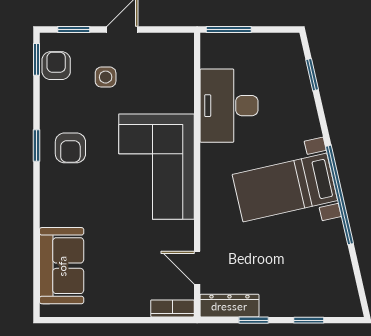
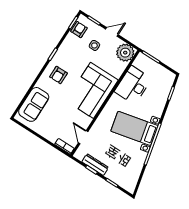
plant: (174, 53) -> (125, 53), added
armchair: (70, 148) -> (58, 75), moved
dresser: (229, 306) -> (95, 165), moved

